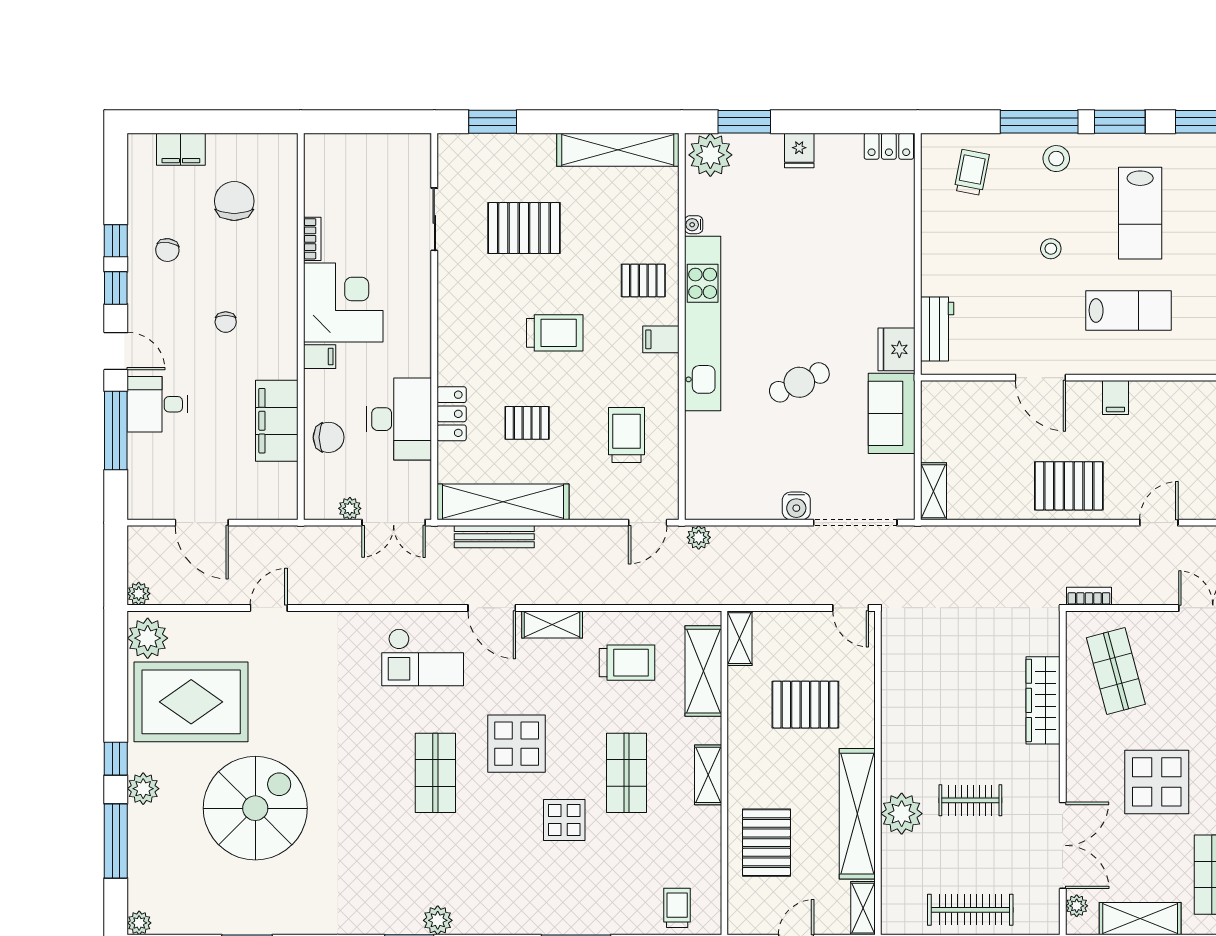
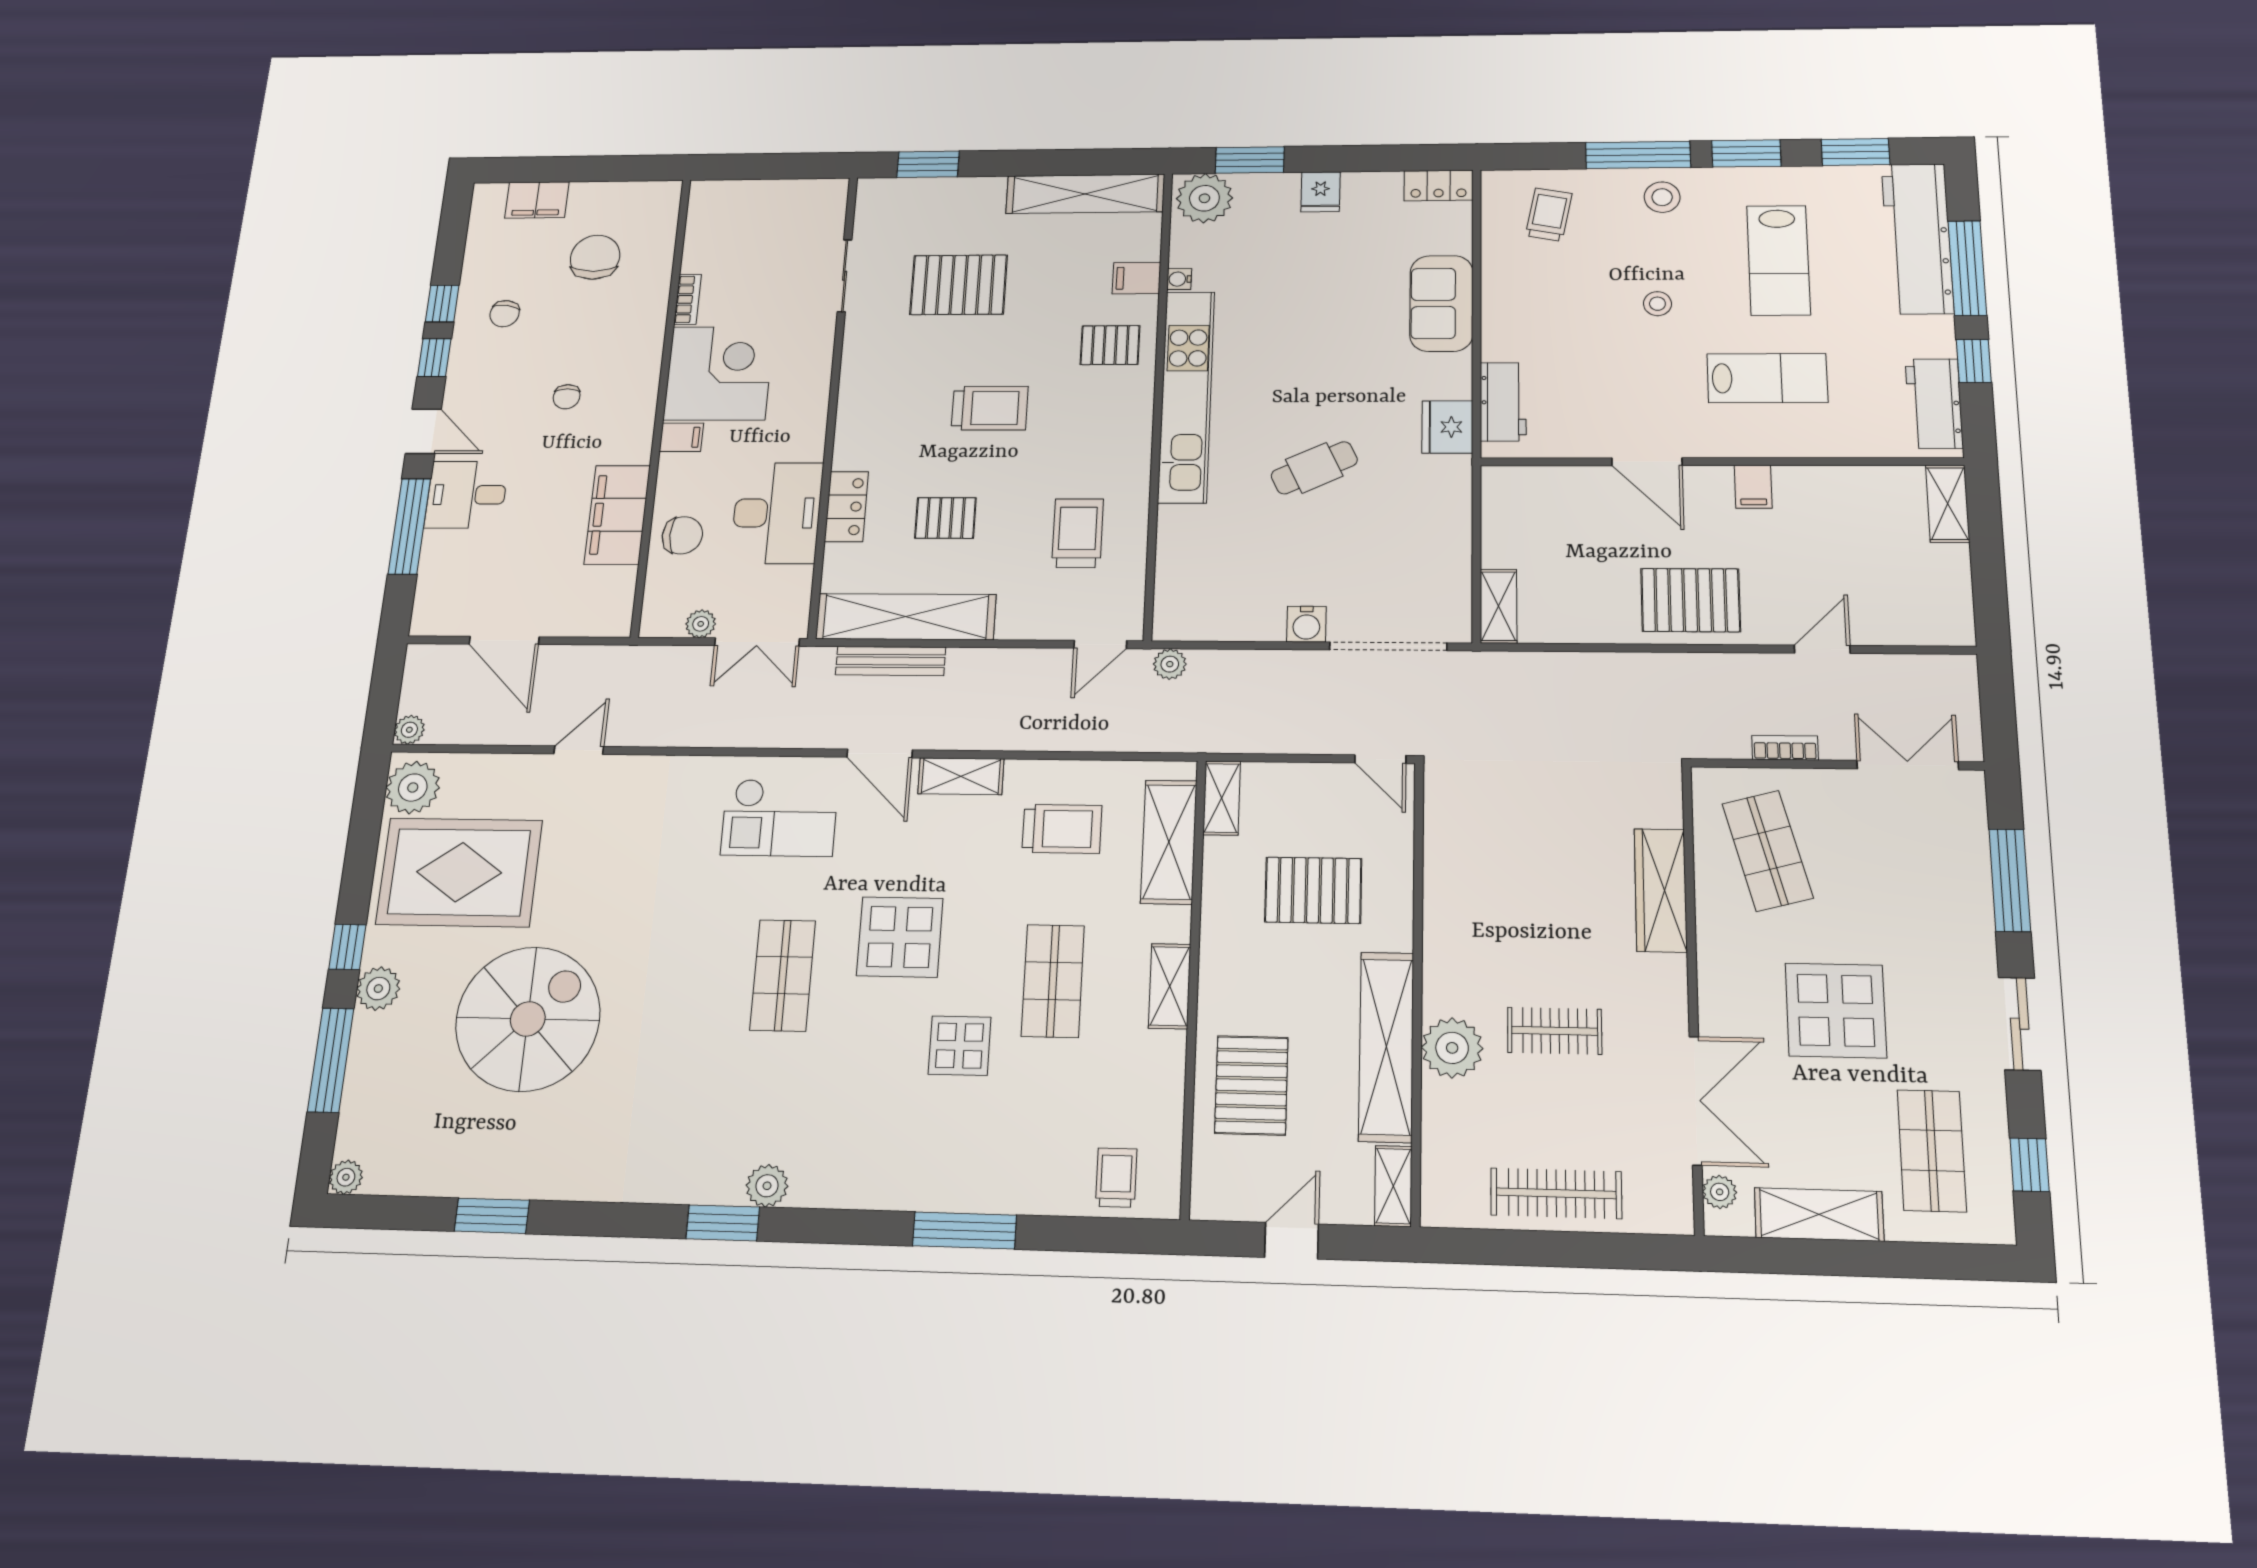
filing cabinet: (661, 339) -> (1136, 278), moved
sofa: (892, 413) -> (1441, 303), moved
bookcase: (1089, 596) -> (1785, 748), moved

